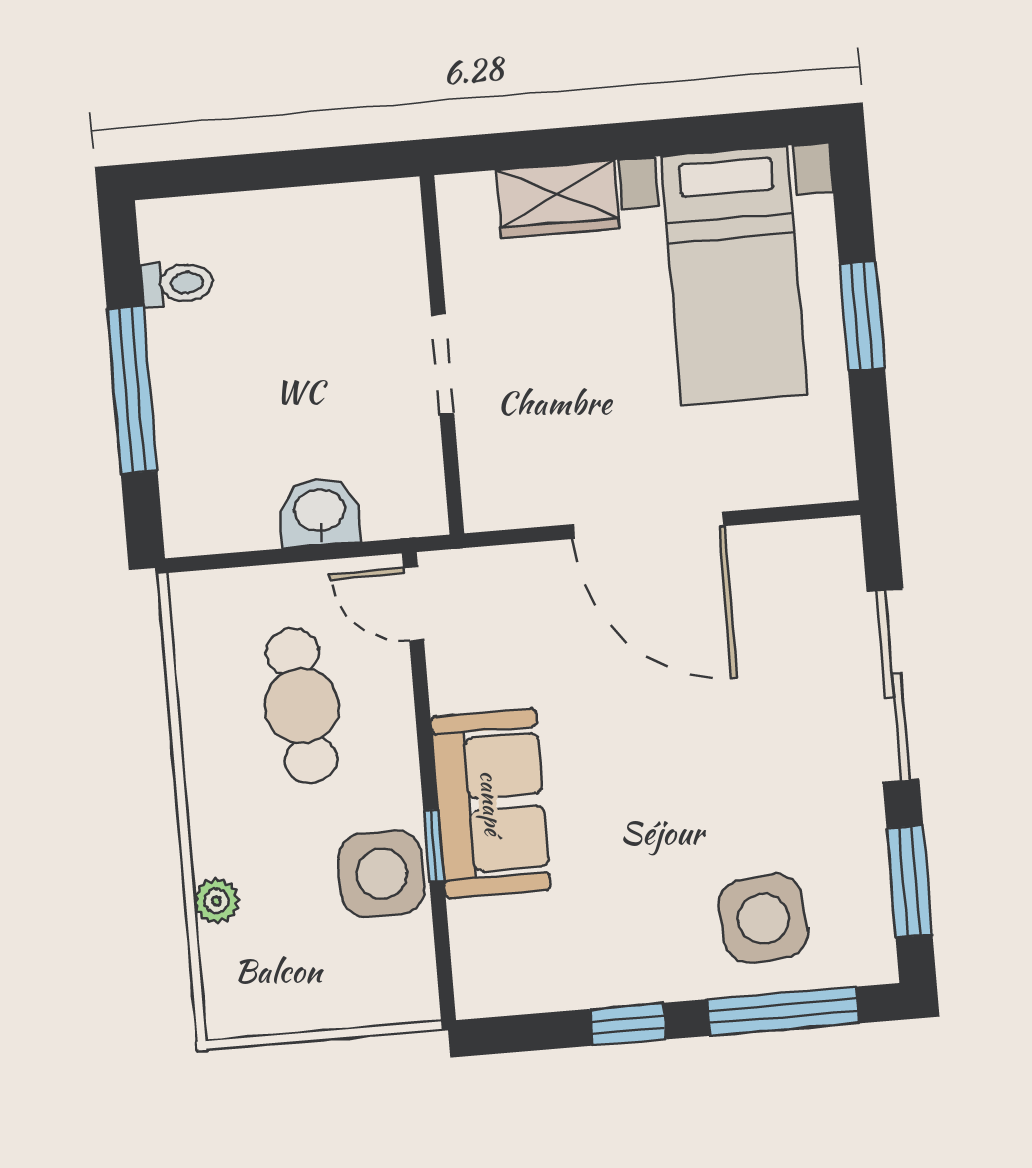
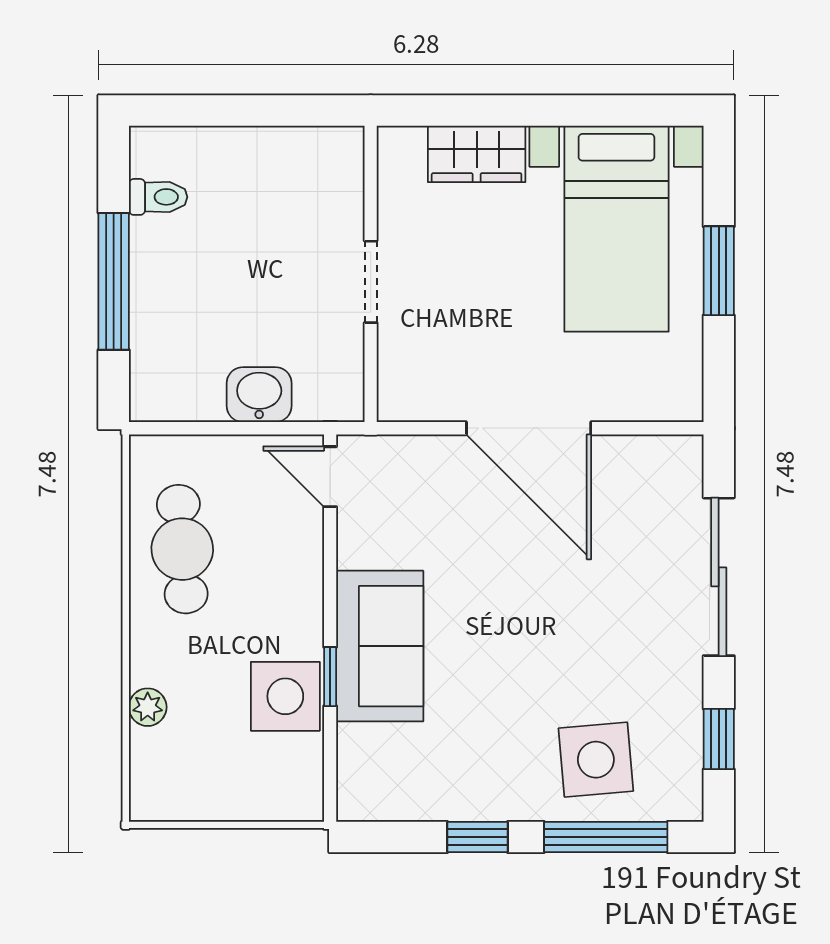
cafe table: (302, 706) -> (182, 549), moved
window: (909, 881) -> (719, 739), width x0.67

